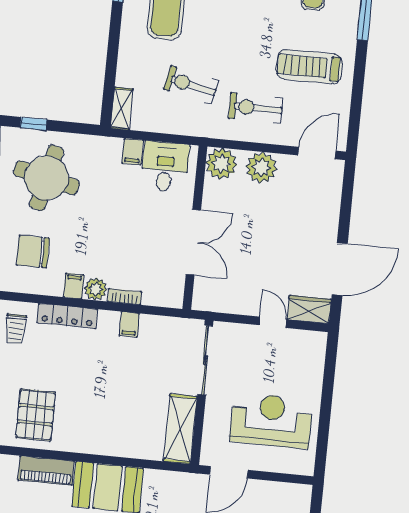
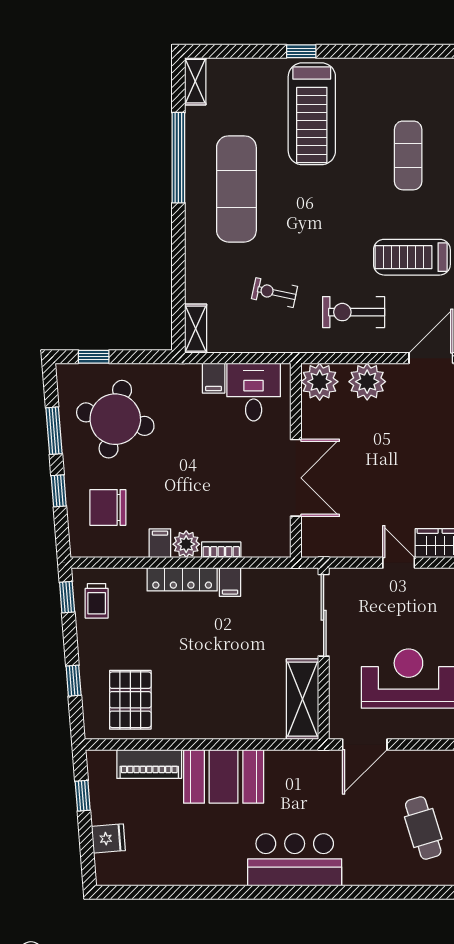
exercise bike: (191, 85) -> (275, 293), width x0.73, depth x0.72
locker: (67, 316) -> (182, 579), moved

